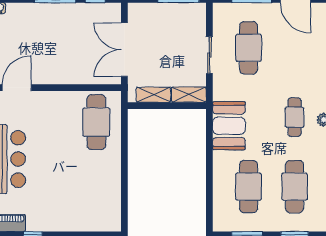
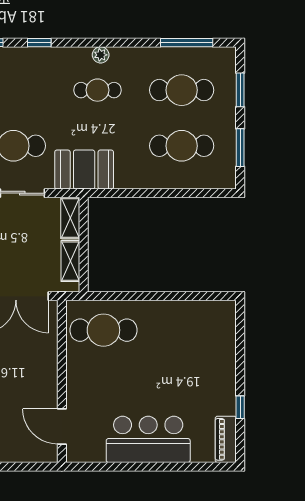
booth: (229, 126) -> (84, 170), moved

